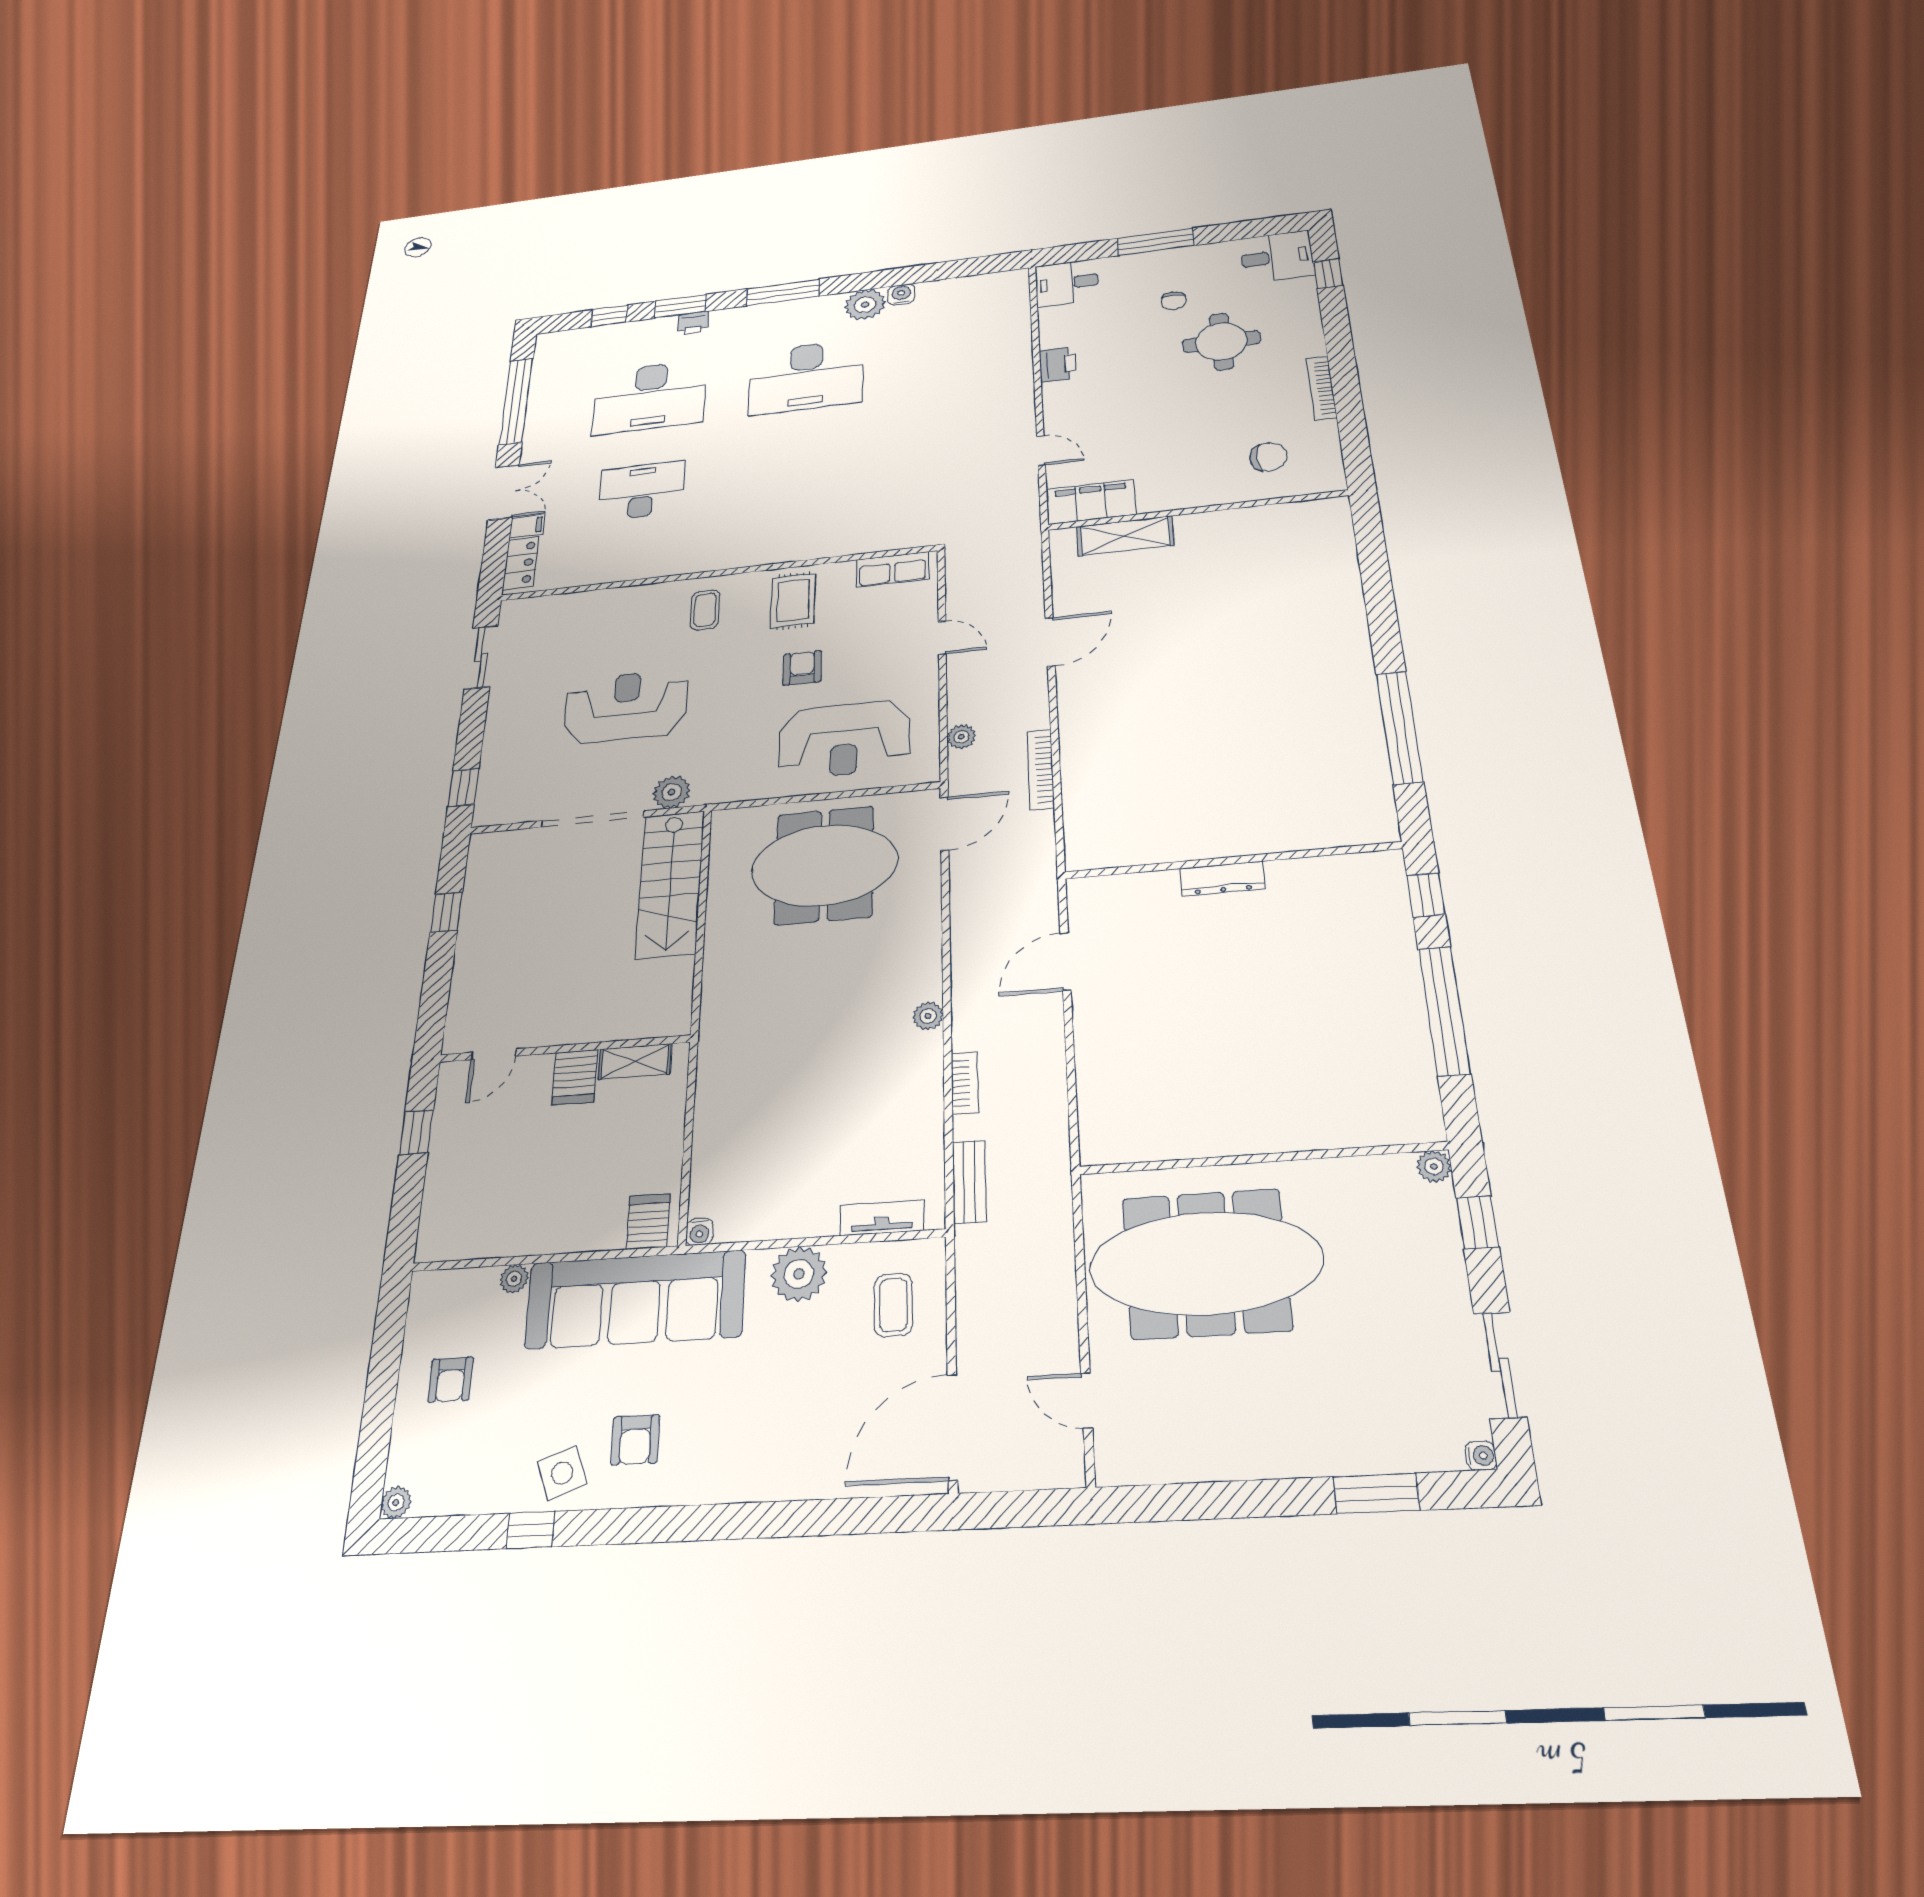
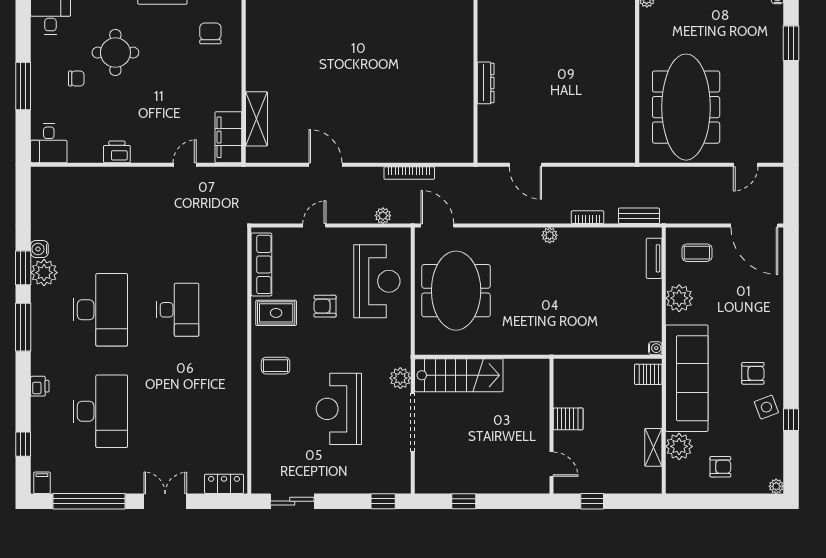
window: (680, 306) -> (23, 268), moved
desk: (641, 491) -> (178, 310), moved, turned 180
filing cabinet: (527, 526) -> (42, 483), moved
row of seats: (892, 569) -> (261, 264), width x1.48
shelving: (635, 1061) -> (653, 447), moved
plant: (514, 1279) -> (679, 446), width x1.88, depth x1.88

